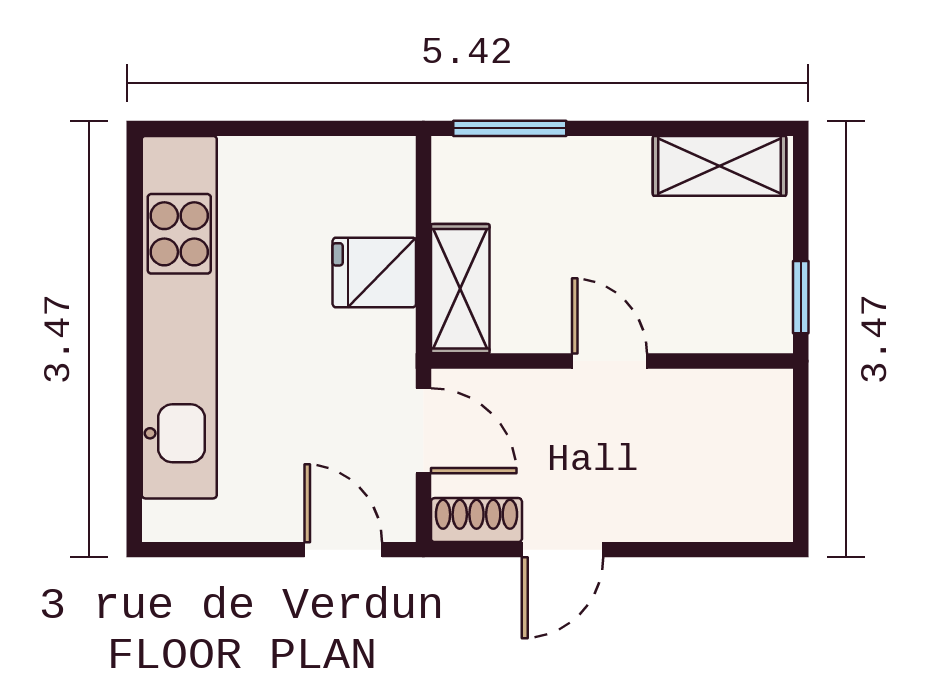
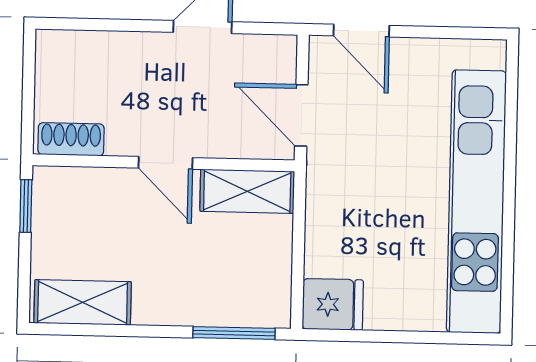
fridge: (374, 273) -> (333, 304), moved
shelving: (460, 289) -> (247, 191), moved, turned 90
shoe rack: (476, 520) -> (71, 139), moved, turned 180

